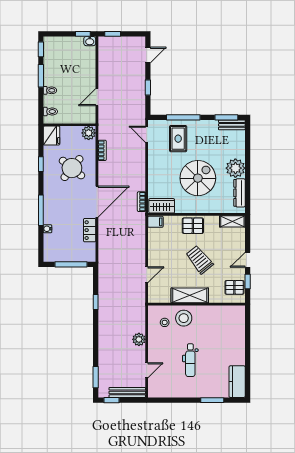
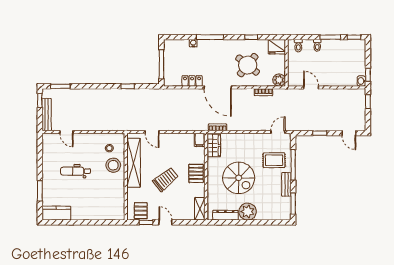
bench: (232, 125) -> (286, 184), moved
shelving: (190, 295) -> (134, 163), width x1.47
plant: (139, 339) -> (94, 125), removed

